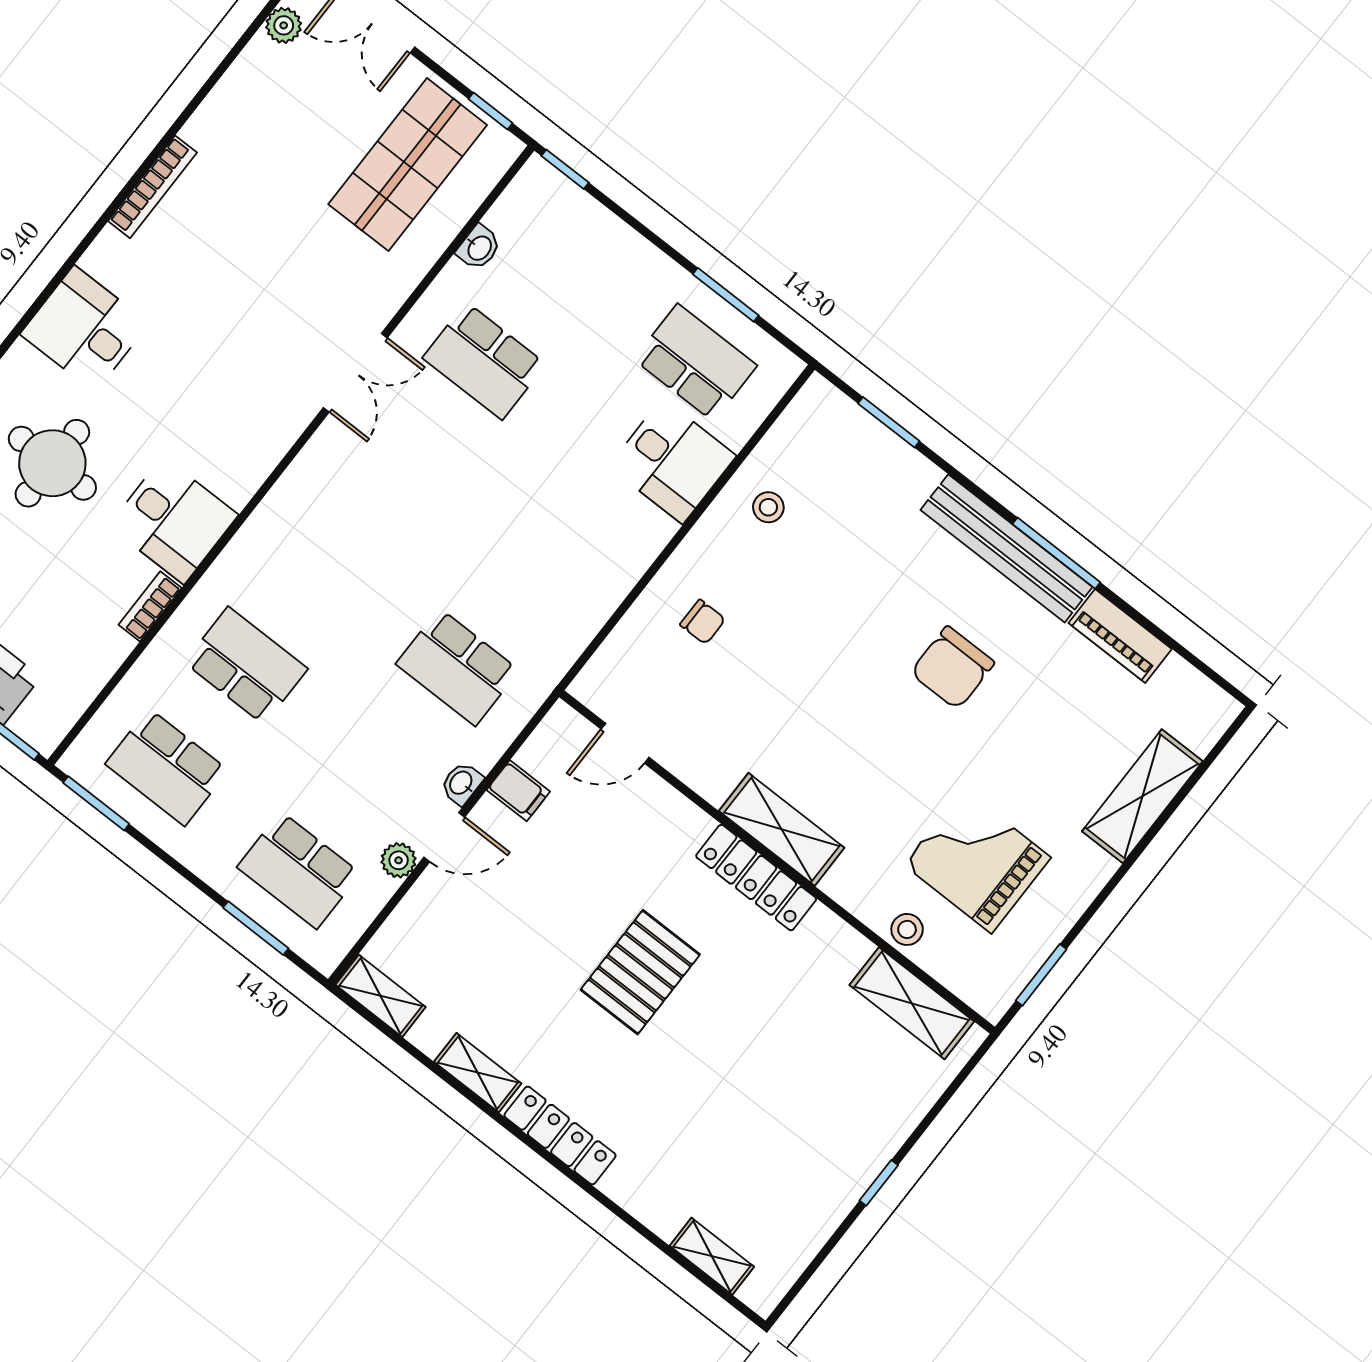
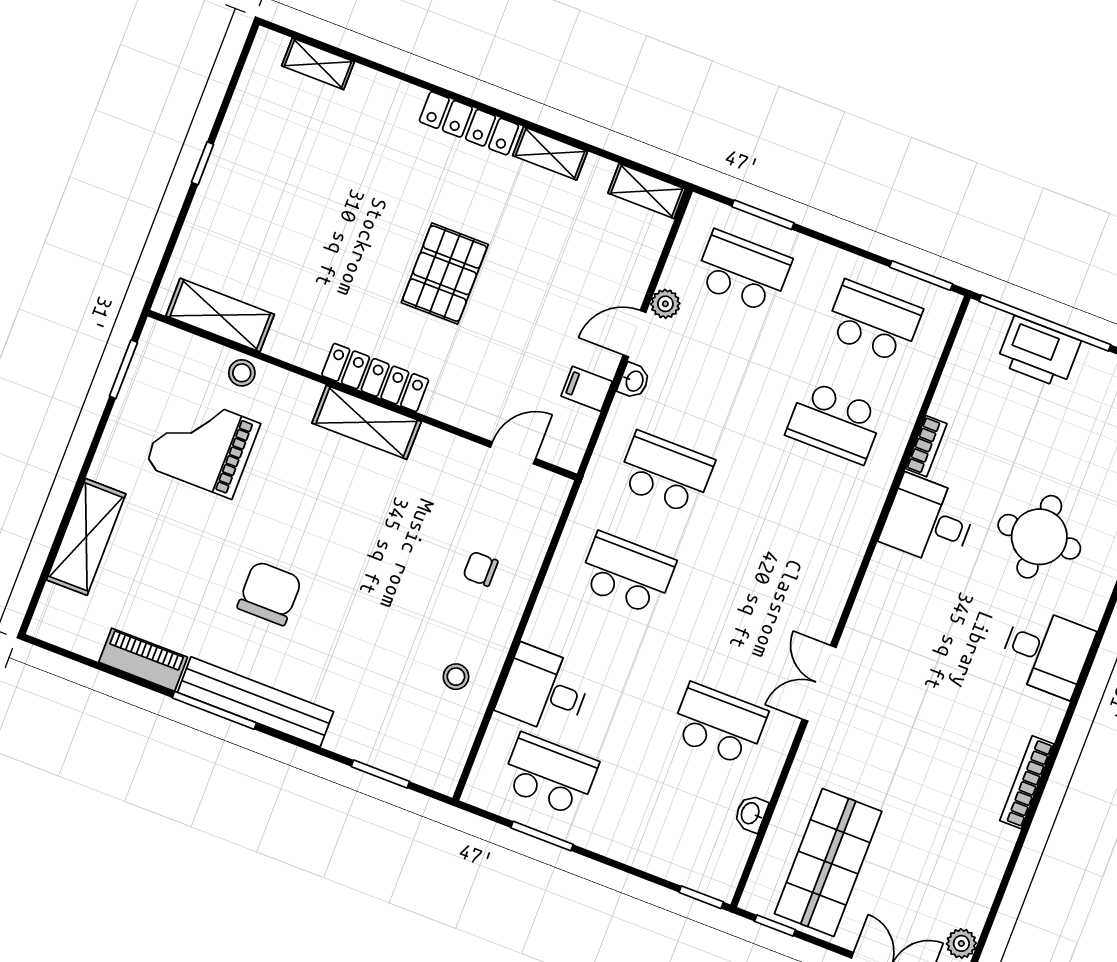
school desk: (695, 362) -> (550, 775), turned 180
school desk: (537, 566) -> (627, 573), added
grand piano: (977, 861) -> (202, 445), turned 180

